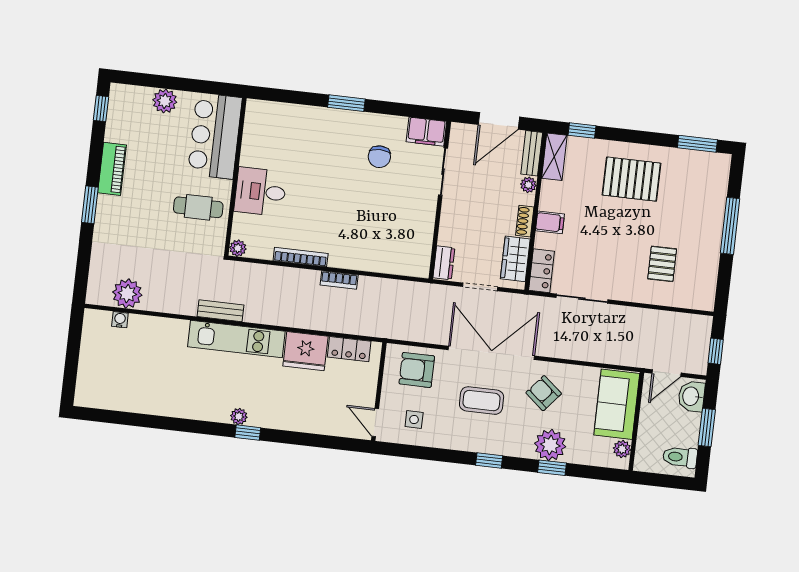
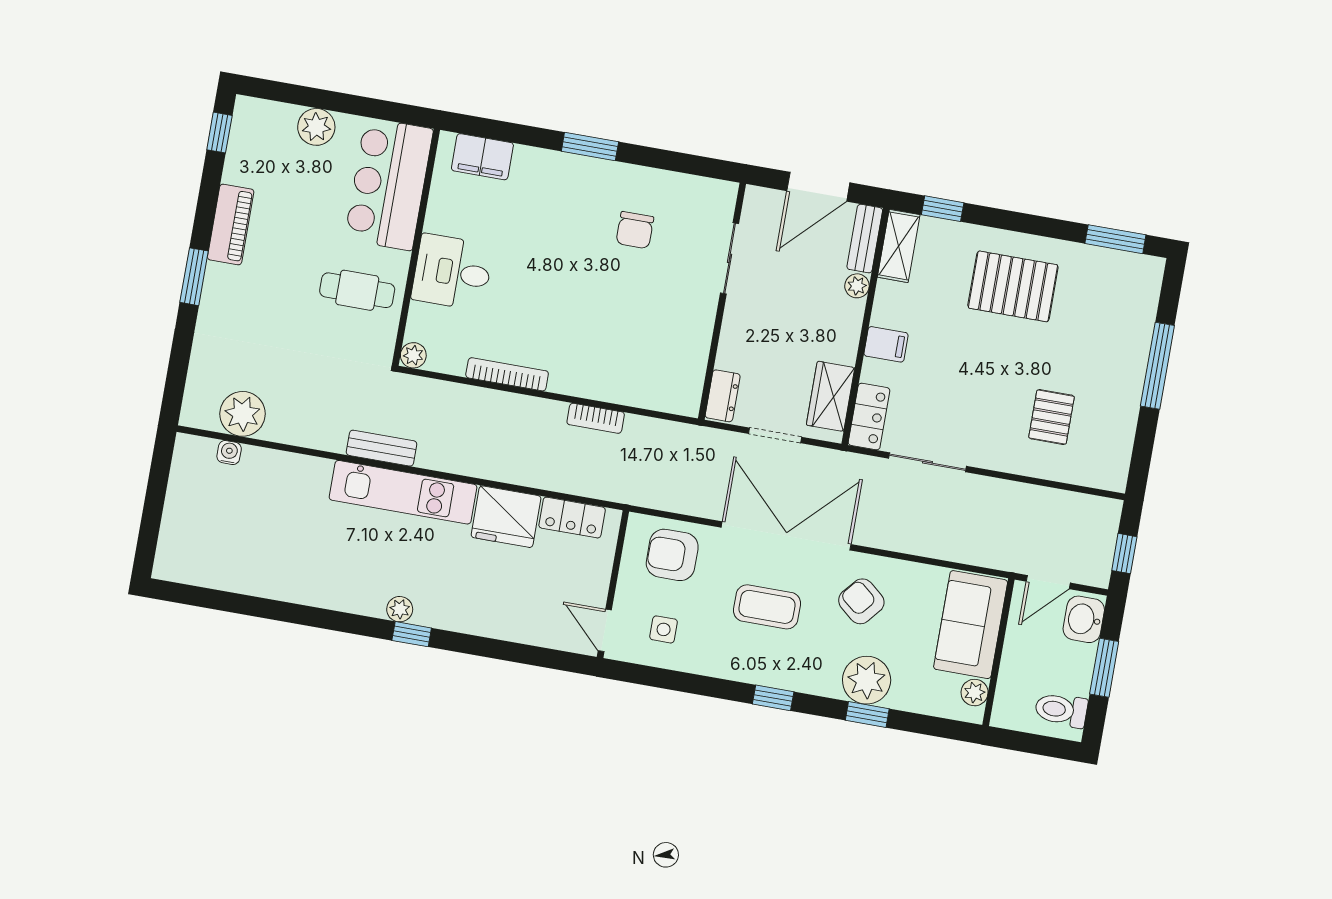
filing cabinet: (426, 132) -> (482, 157), moved
shoe rack: (525, 221) -> (848, 340), removed
bookcase: (339, 280) -> (596, 418), moved

